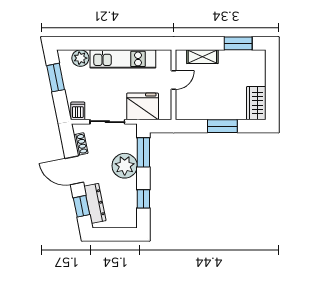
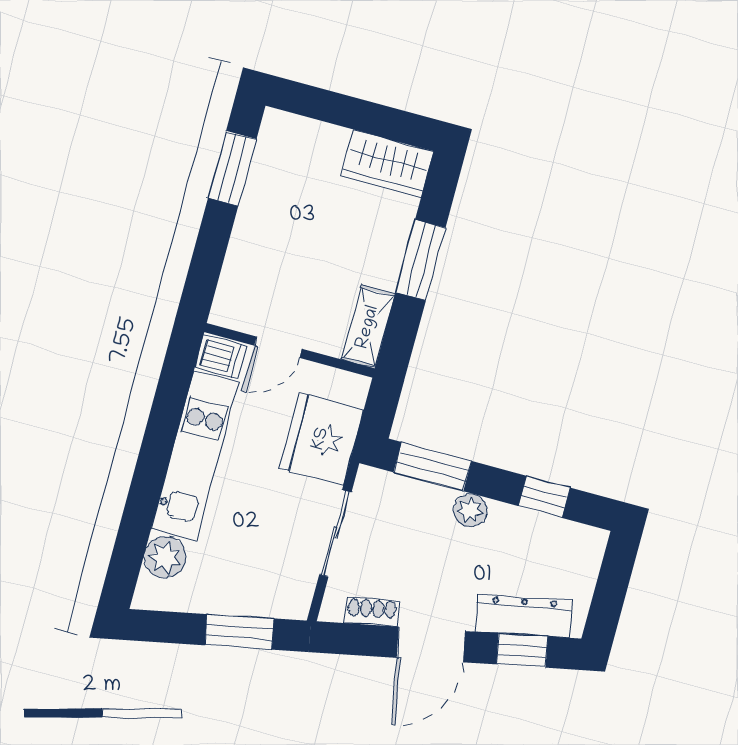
shelving: (202, 57) -> (368, 327), moved
window: (56, 78) -> (239, 632), moved
door: (174, 80) -> (278, 347), swing flipped
dishwasher: (78, 111) -> (220, 357), moved, turned 180
plant: (125, 166) -> (470, 510), width x0.53, depth x0.53

